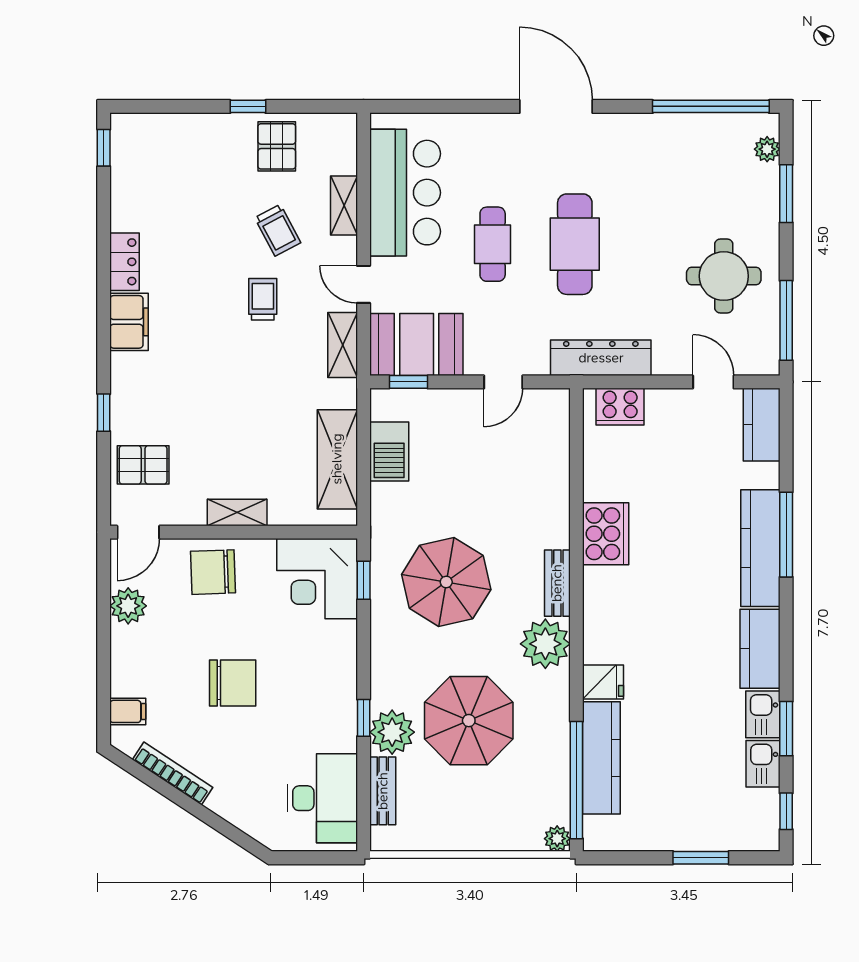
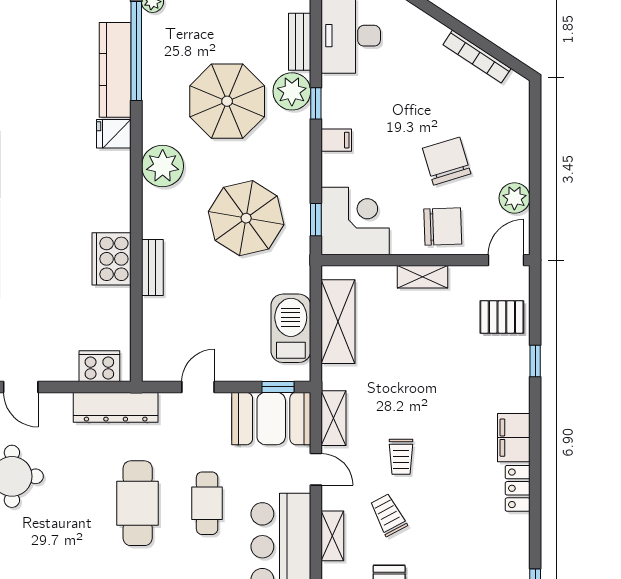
barbecue: (389, 451) -> (291, 328), width x1.37, depth x1.21
bench: (557, 583) -> (152, 267), moved
chair: (233, 683) -> (447, 161), moved, turned 73
filing cabinet: (128, 711) -> (336, 140), moved, turned 180

